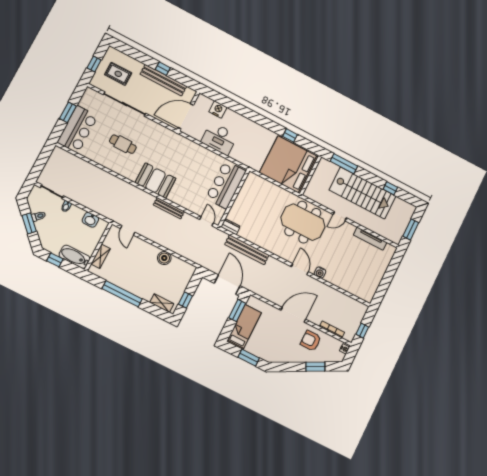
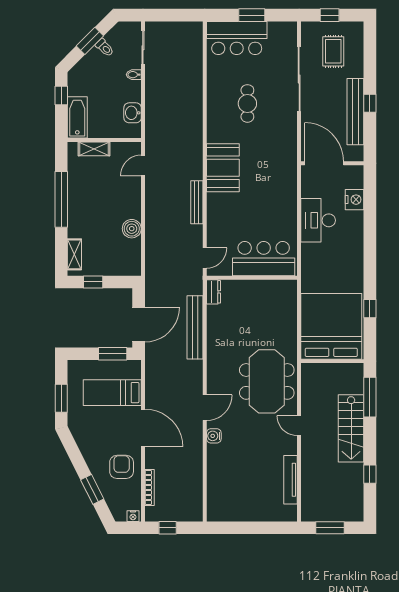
stairs: (363, 193) -> (351, 428), width x0.73, depth x0.66
bed: (244, 327) -> (112, 393), moved, turned 180

